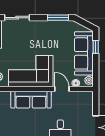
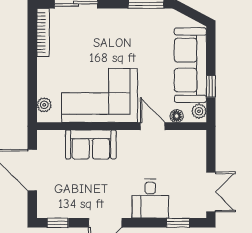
window: (96, 47) -> (211, 86), moved
sofa: (31, 100) -> (91, 144), width x0.73

